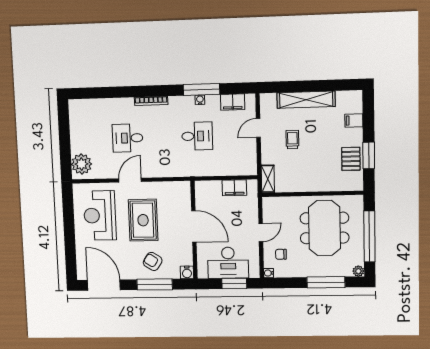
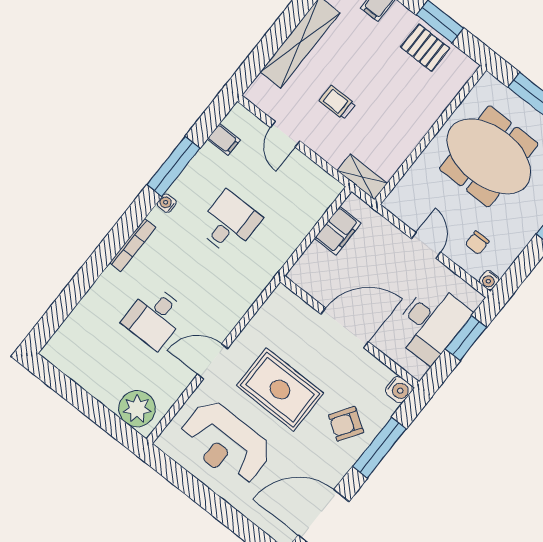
water cooler: (200, 100) -> (167, 203), moved
filing cabinet: (233, 102) -> (224, 140), width x0.50
door: (130, 180) -> (213, 361), hinge flipped

